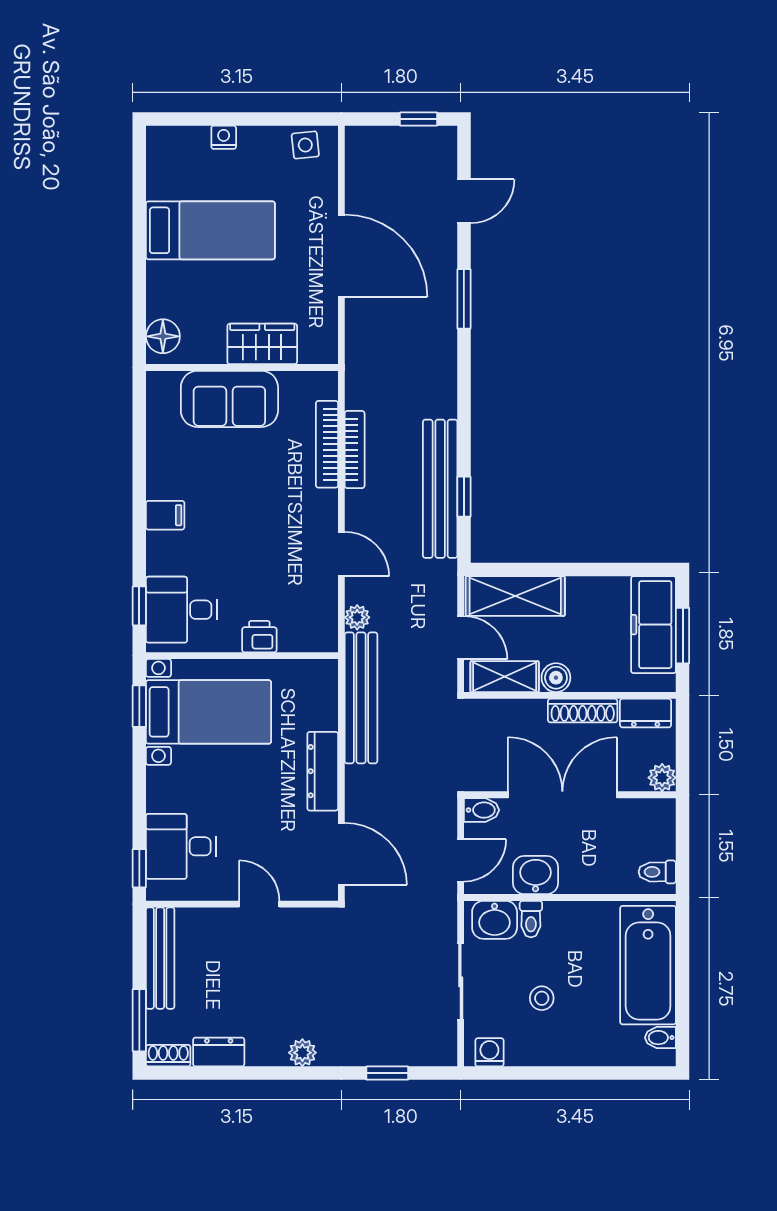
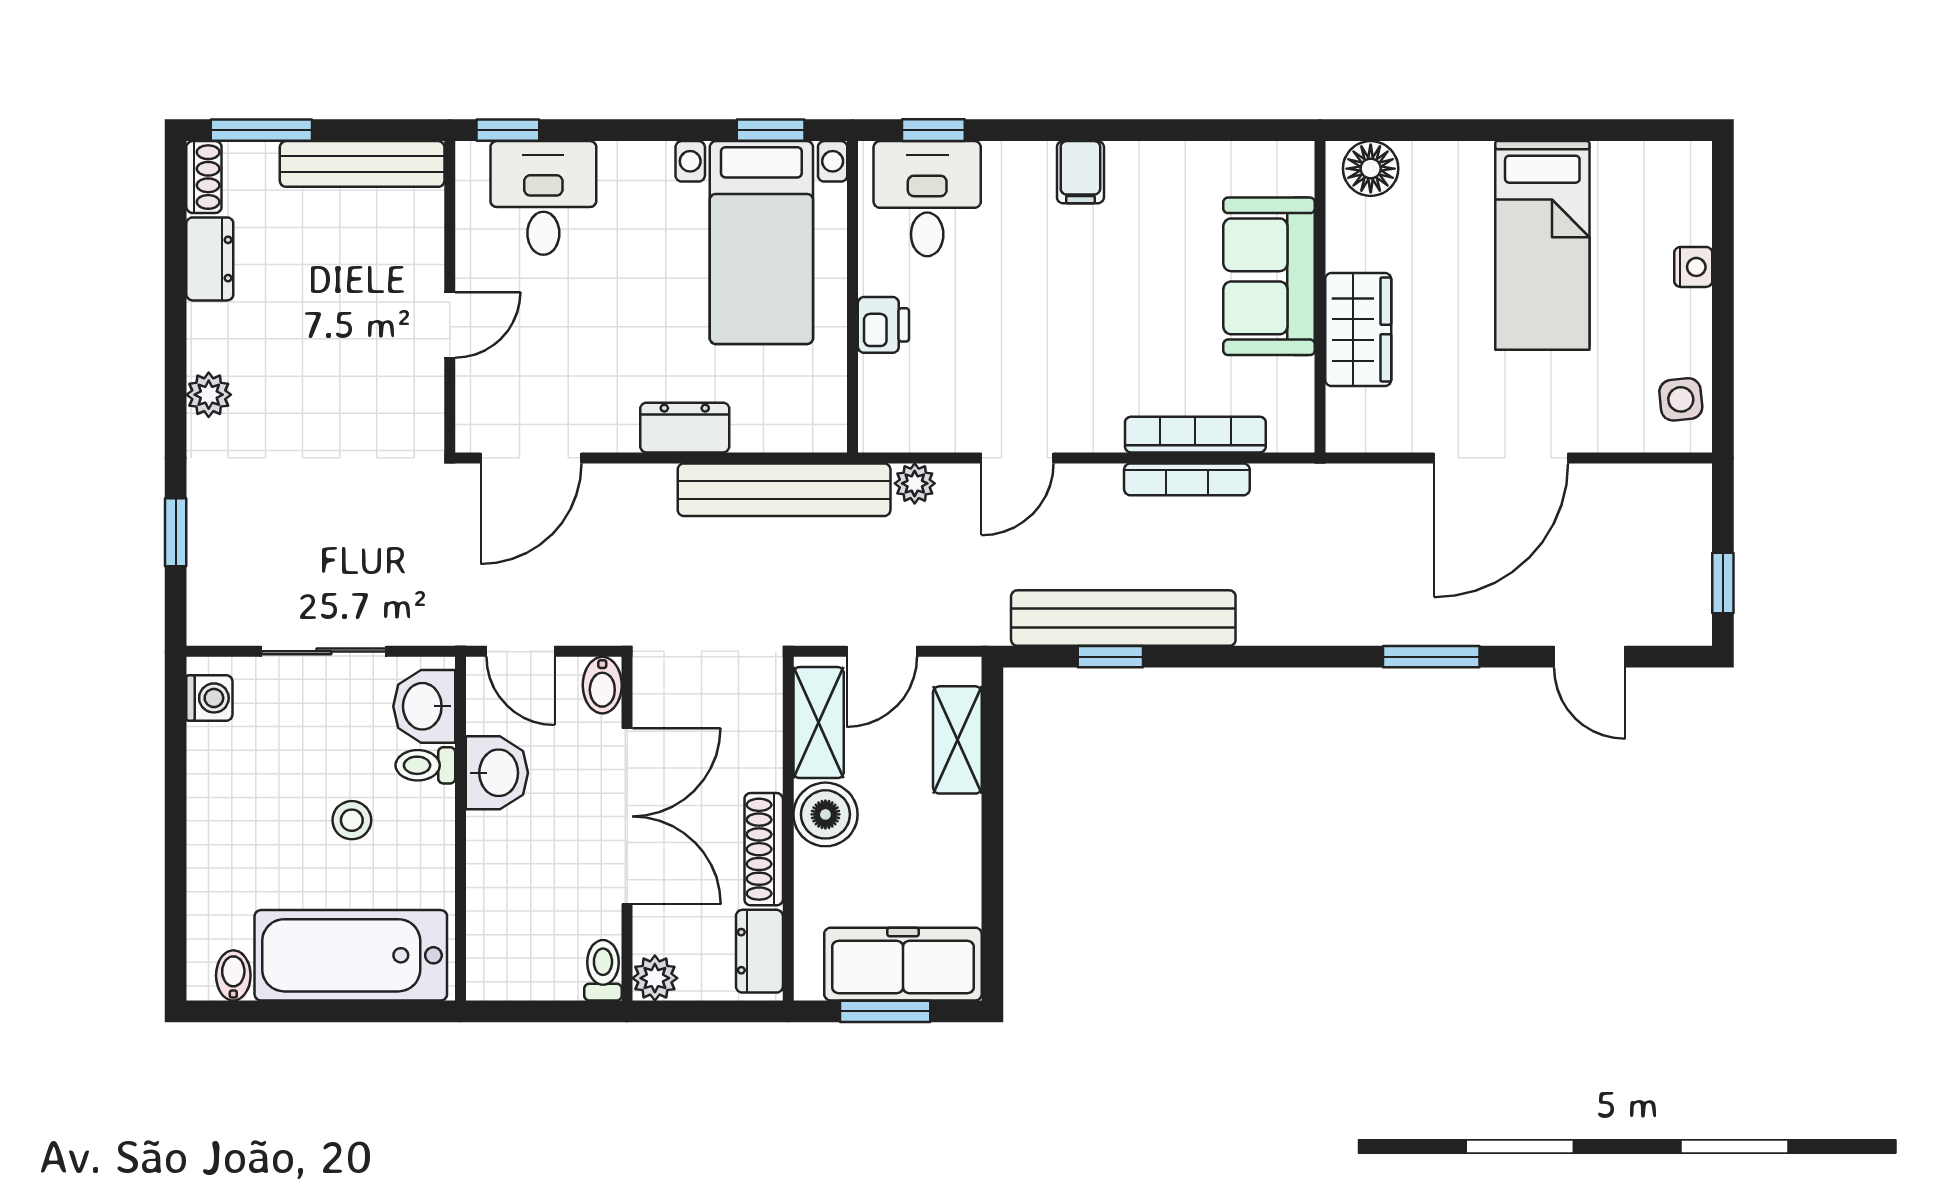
shelving: (515, 596) -> (957, 740), width x0.67, depth x0.75
boiler: (556, 678) -> (825, 814), width x1.36, depth x1.36
dresser: (323, 771) -> (685, 428), width x0.70
toilet: (657, 872) -> (603, 970), moved
stool: (542, 998) -> (352, 820), moved

